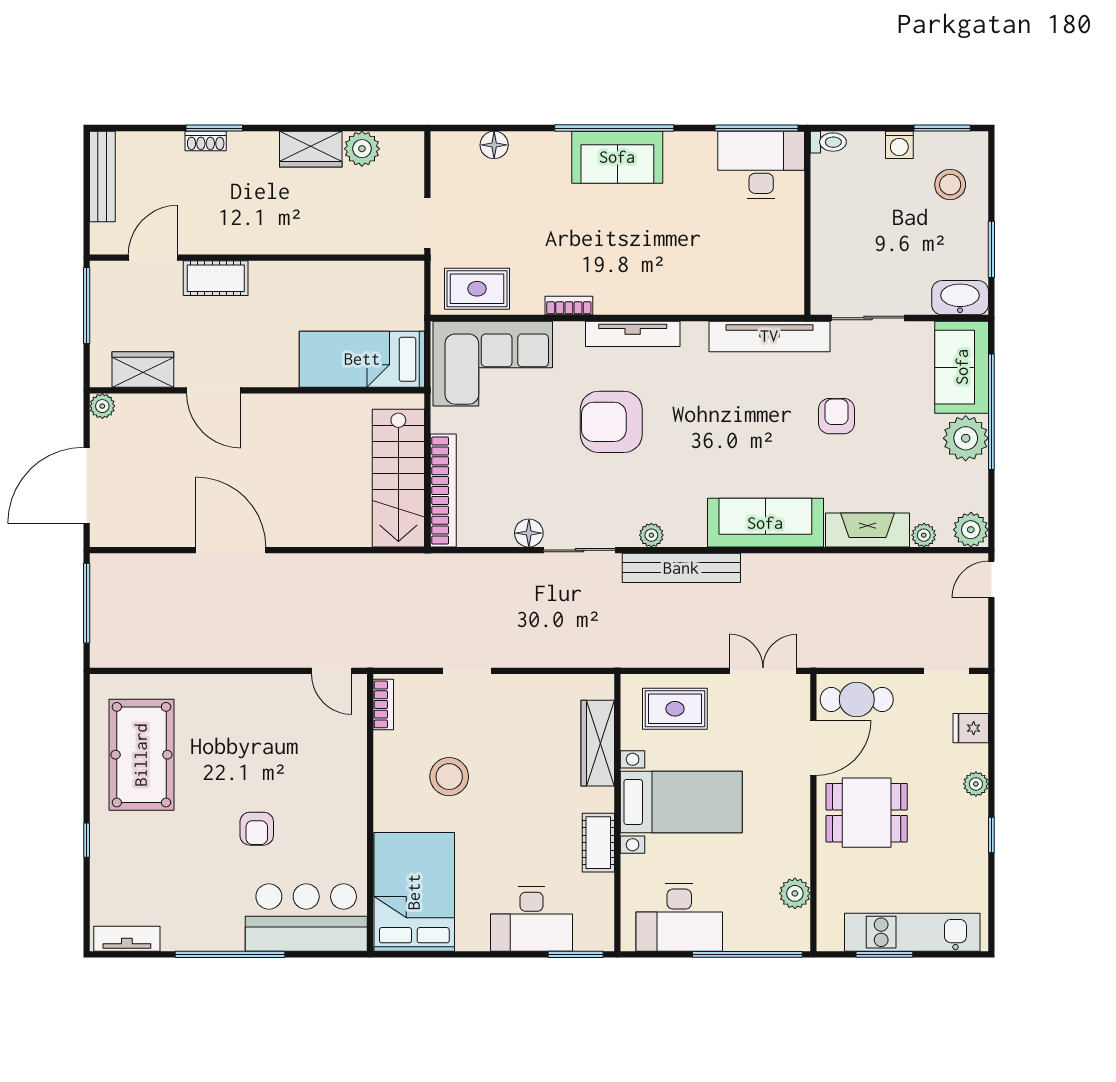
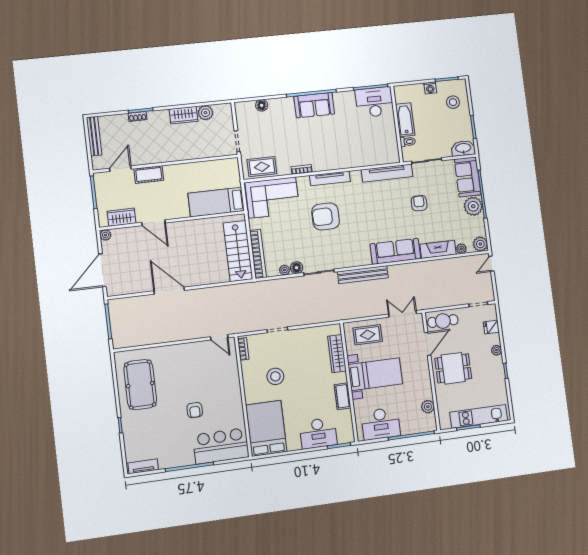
toilet: (828, 142) -> (408, 142), moved
bathtub: (829, 215) -> (405, 120), added
plant: (651, 535) -> (284, 270), moved

